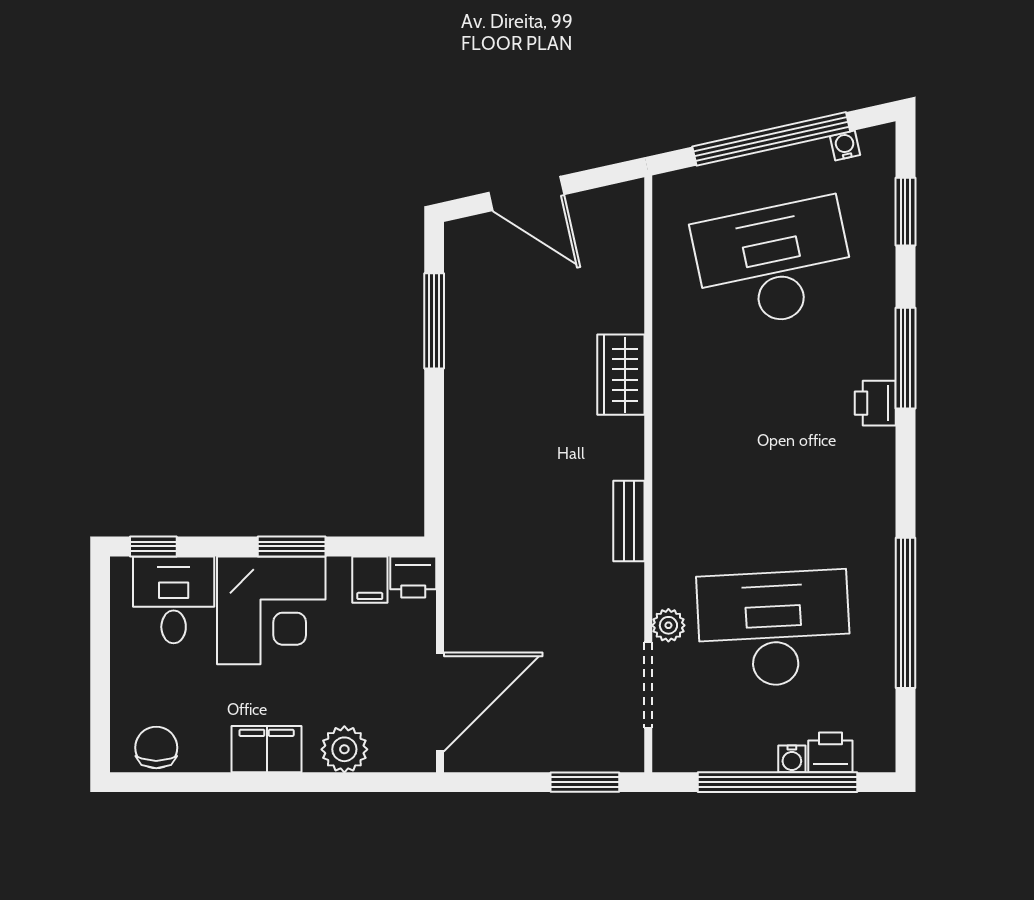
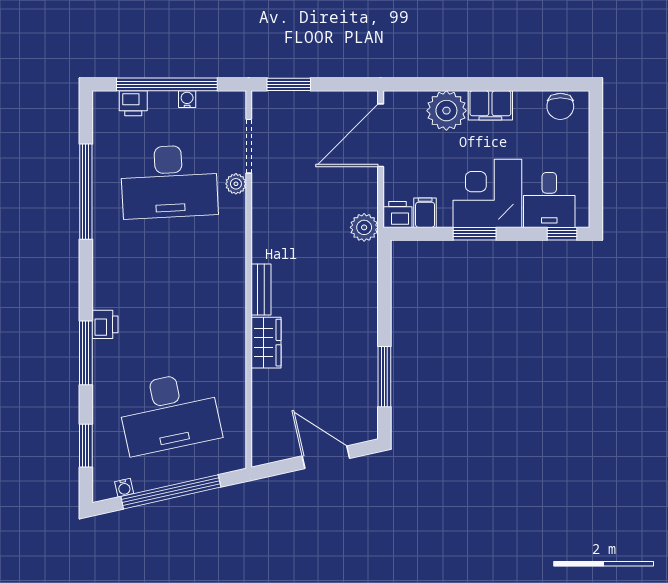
bench: (629, 521) -> (261, 289), moved
plant: (466, 556) -> (364, 227), added
plant: (344, 749) -> (446, 111), width x1.36, depth x1.36
water cooler: (792, 759) -> (187, 99), moved

